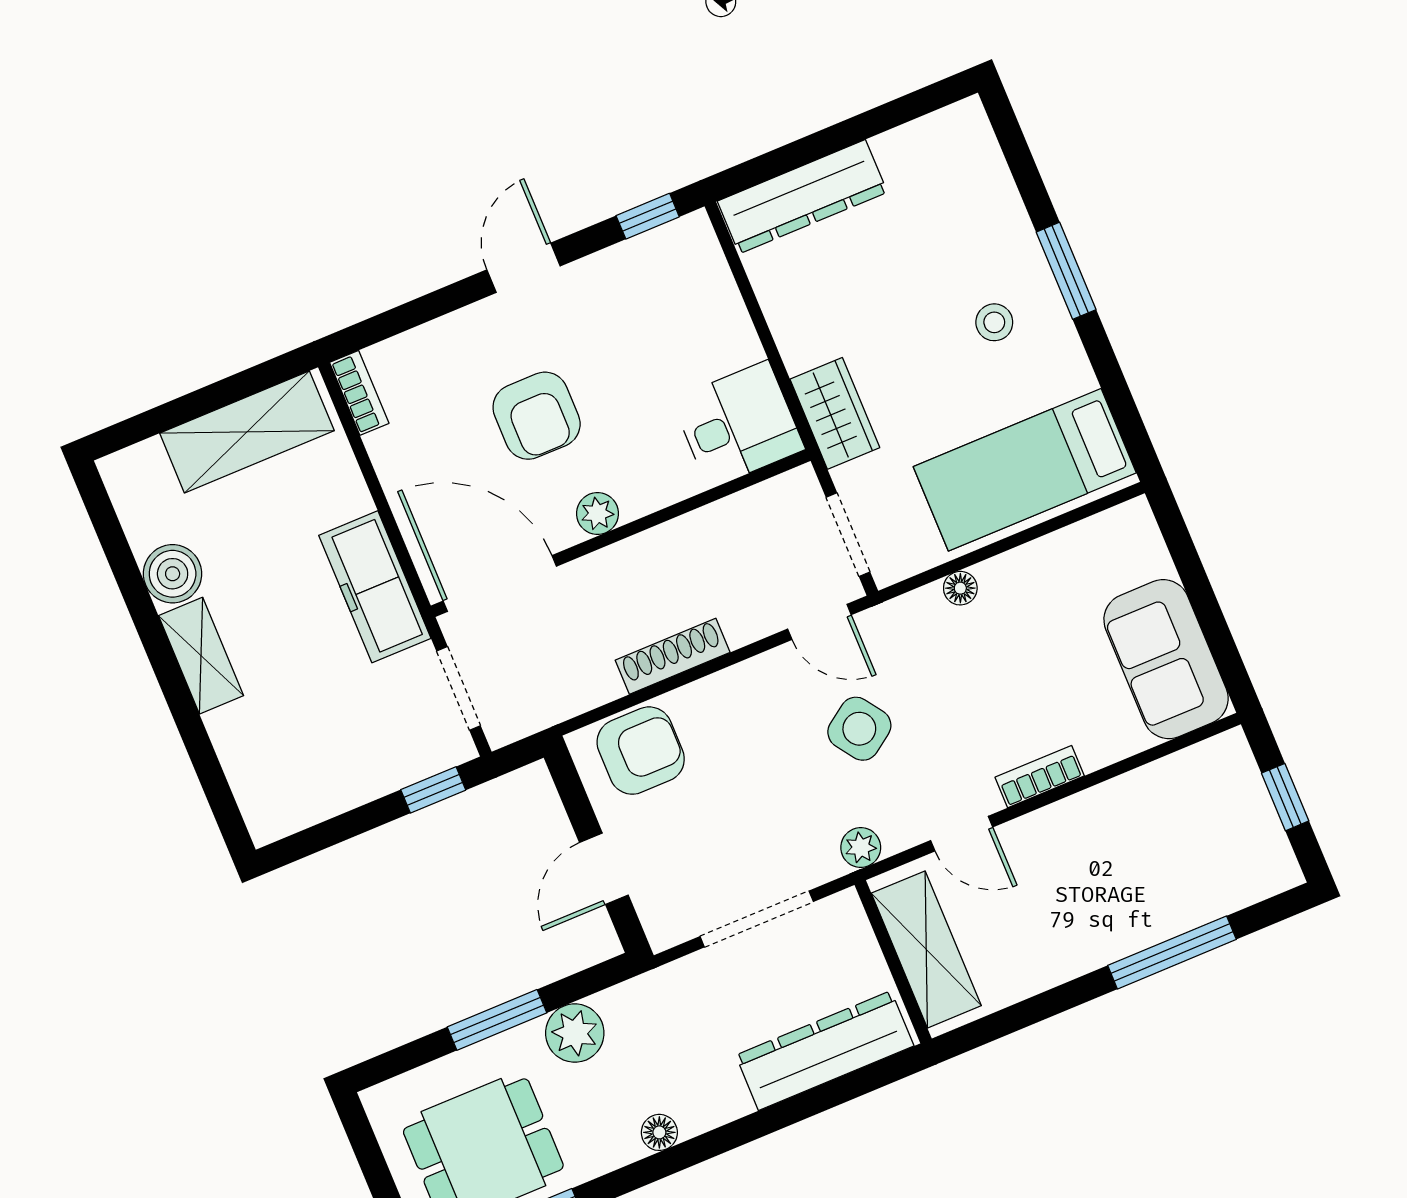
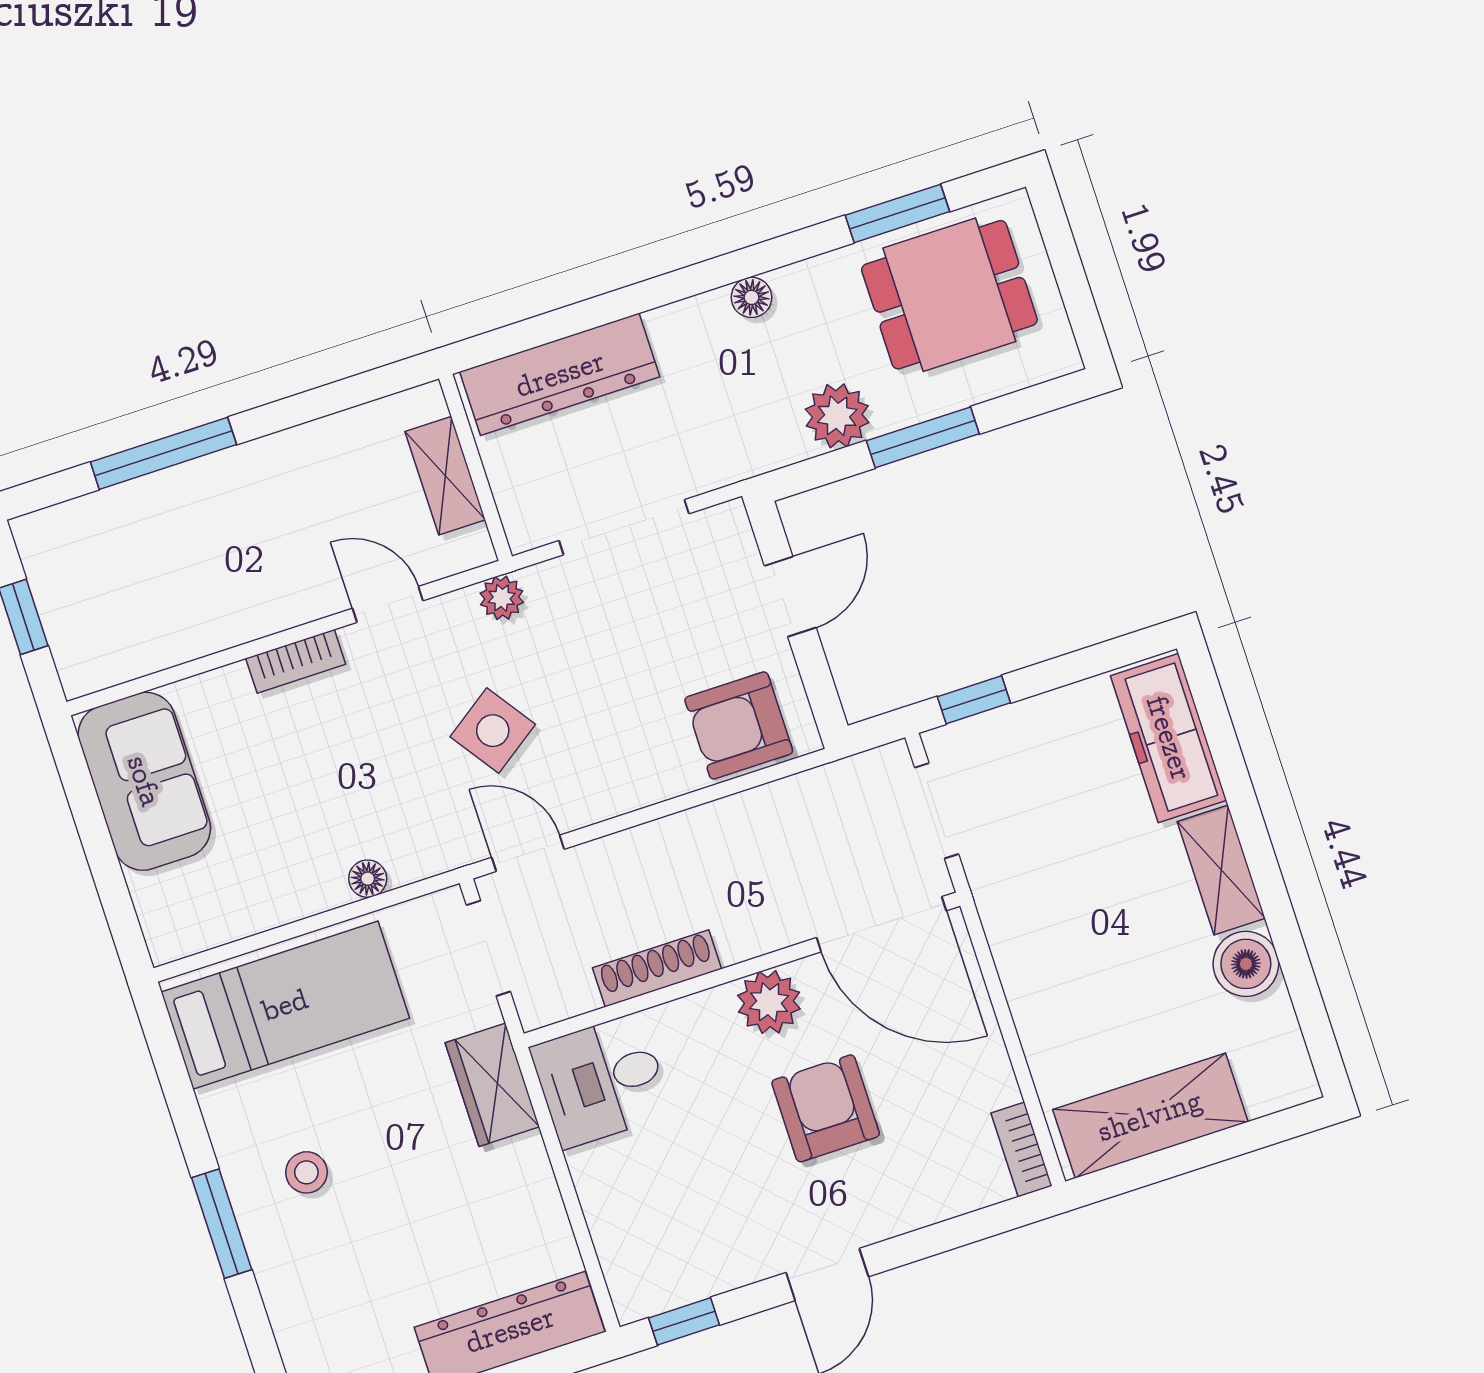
plant: (597, 514) -> (769, 1002), width x1.38, depth x1.38
freezer: (375, 587) -> (1169, 738), moved, turned 180
shoe rack: (673, 656) -> (657, 968), moved, turned 180
shelving: (926, 949) -> (445, 476), width x0.67, depth x0.75

